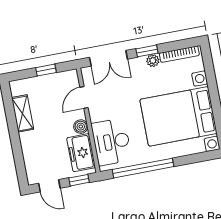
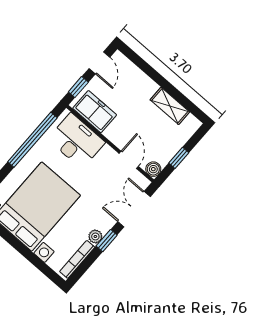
boiler: (81, 127) -> (153, 169), moved
door: (49, 186) -> (99, 63), swing flipped

